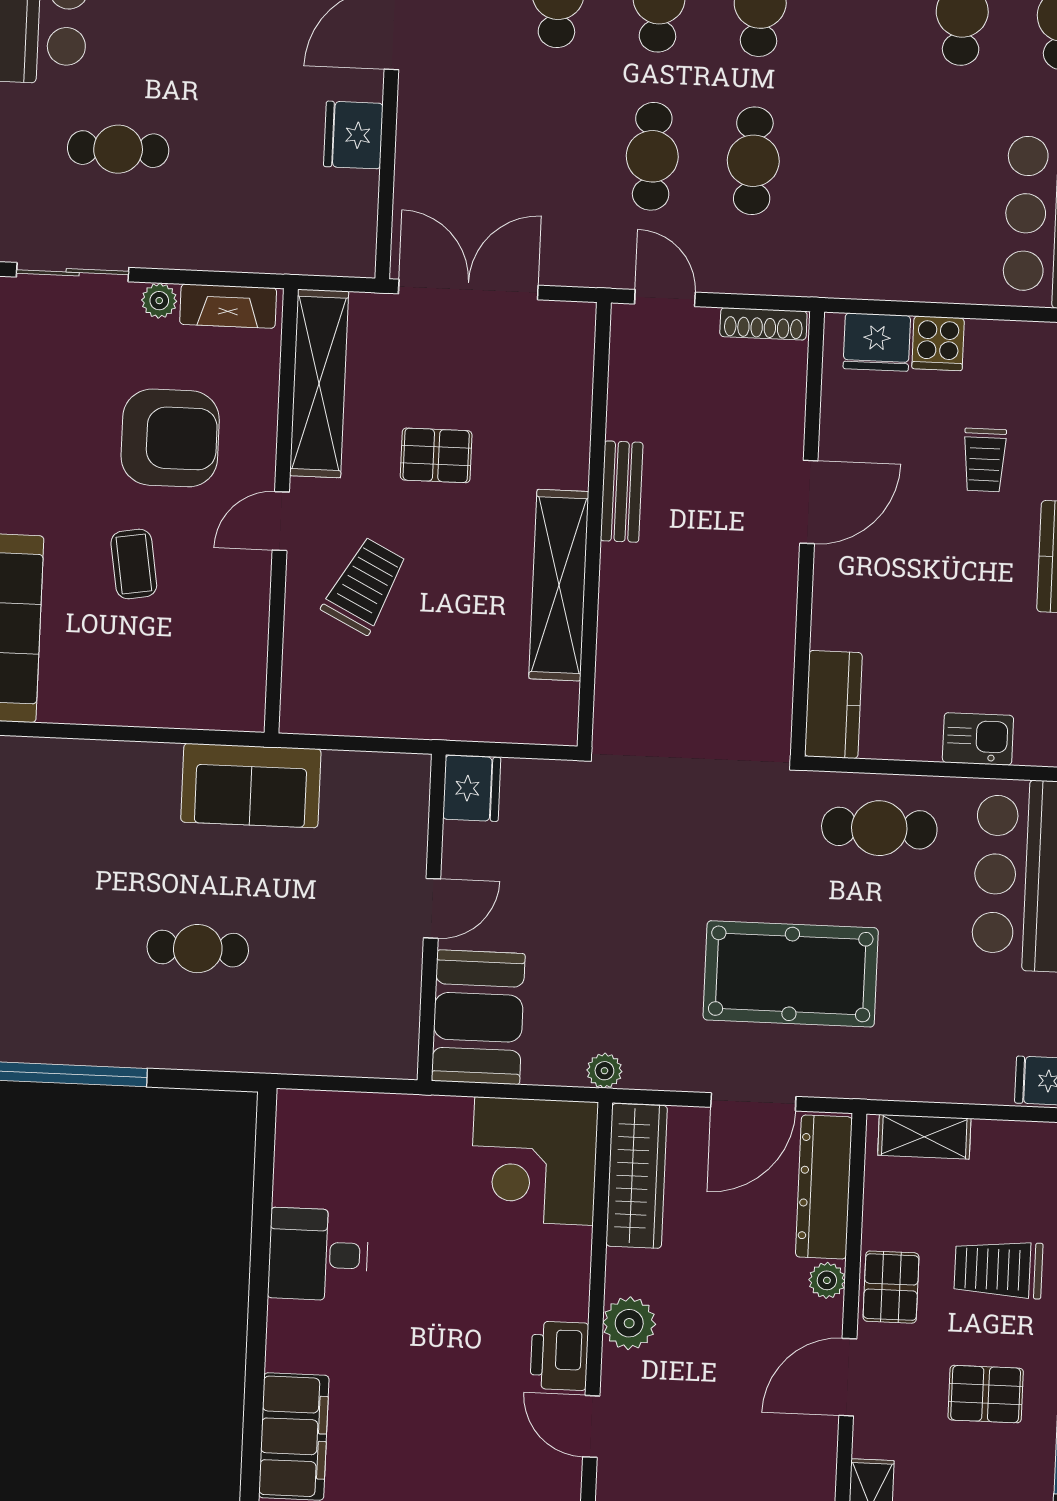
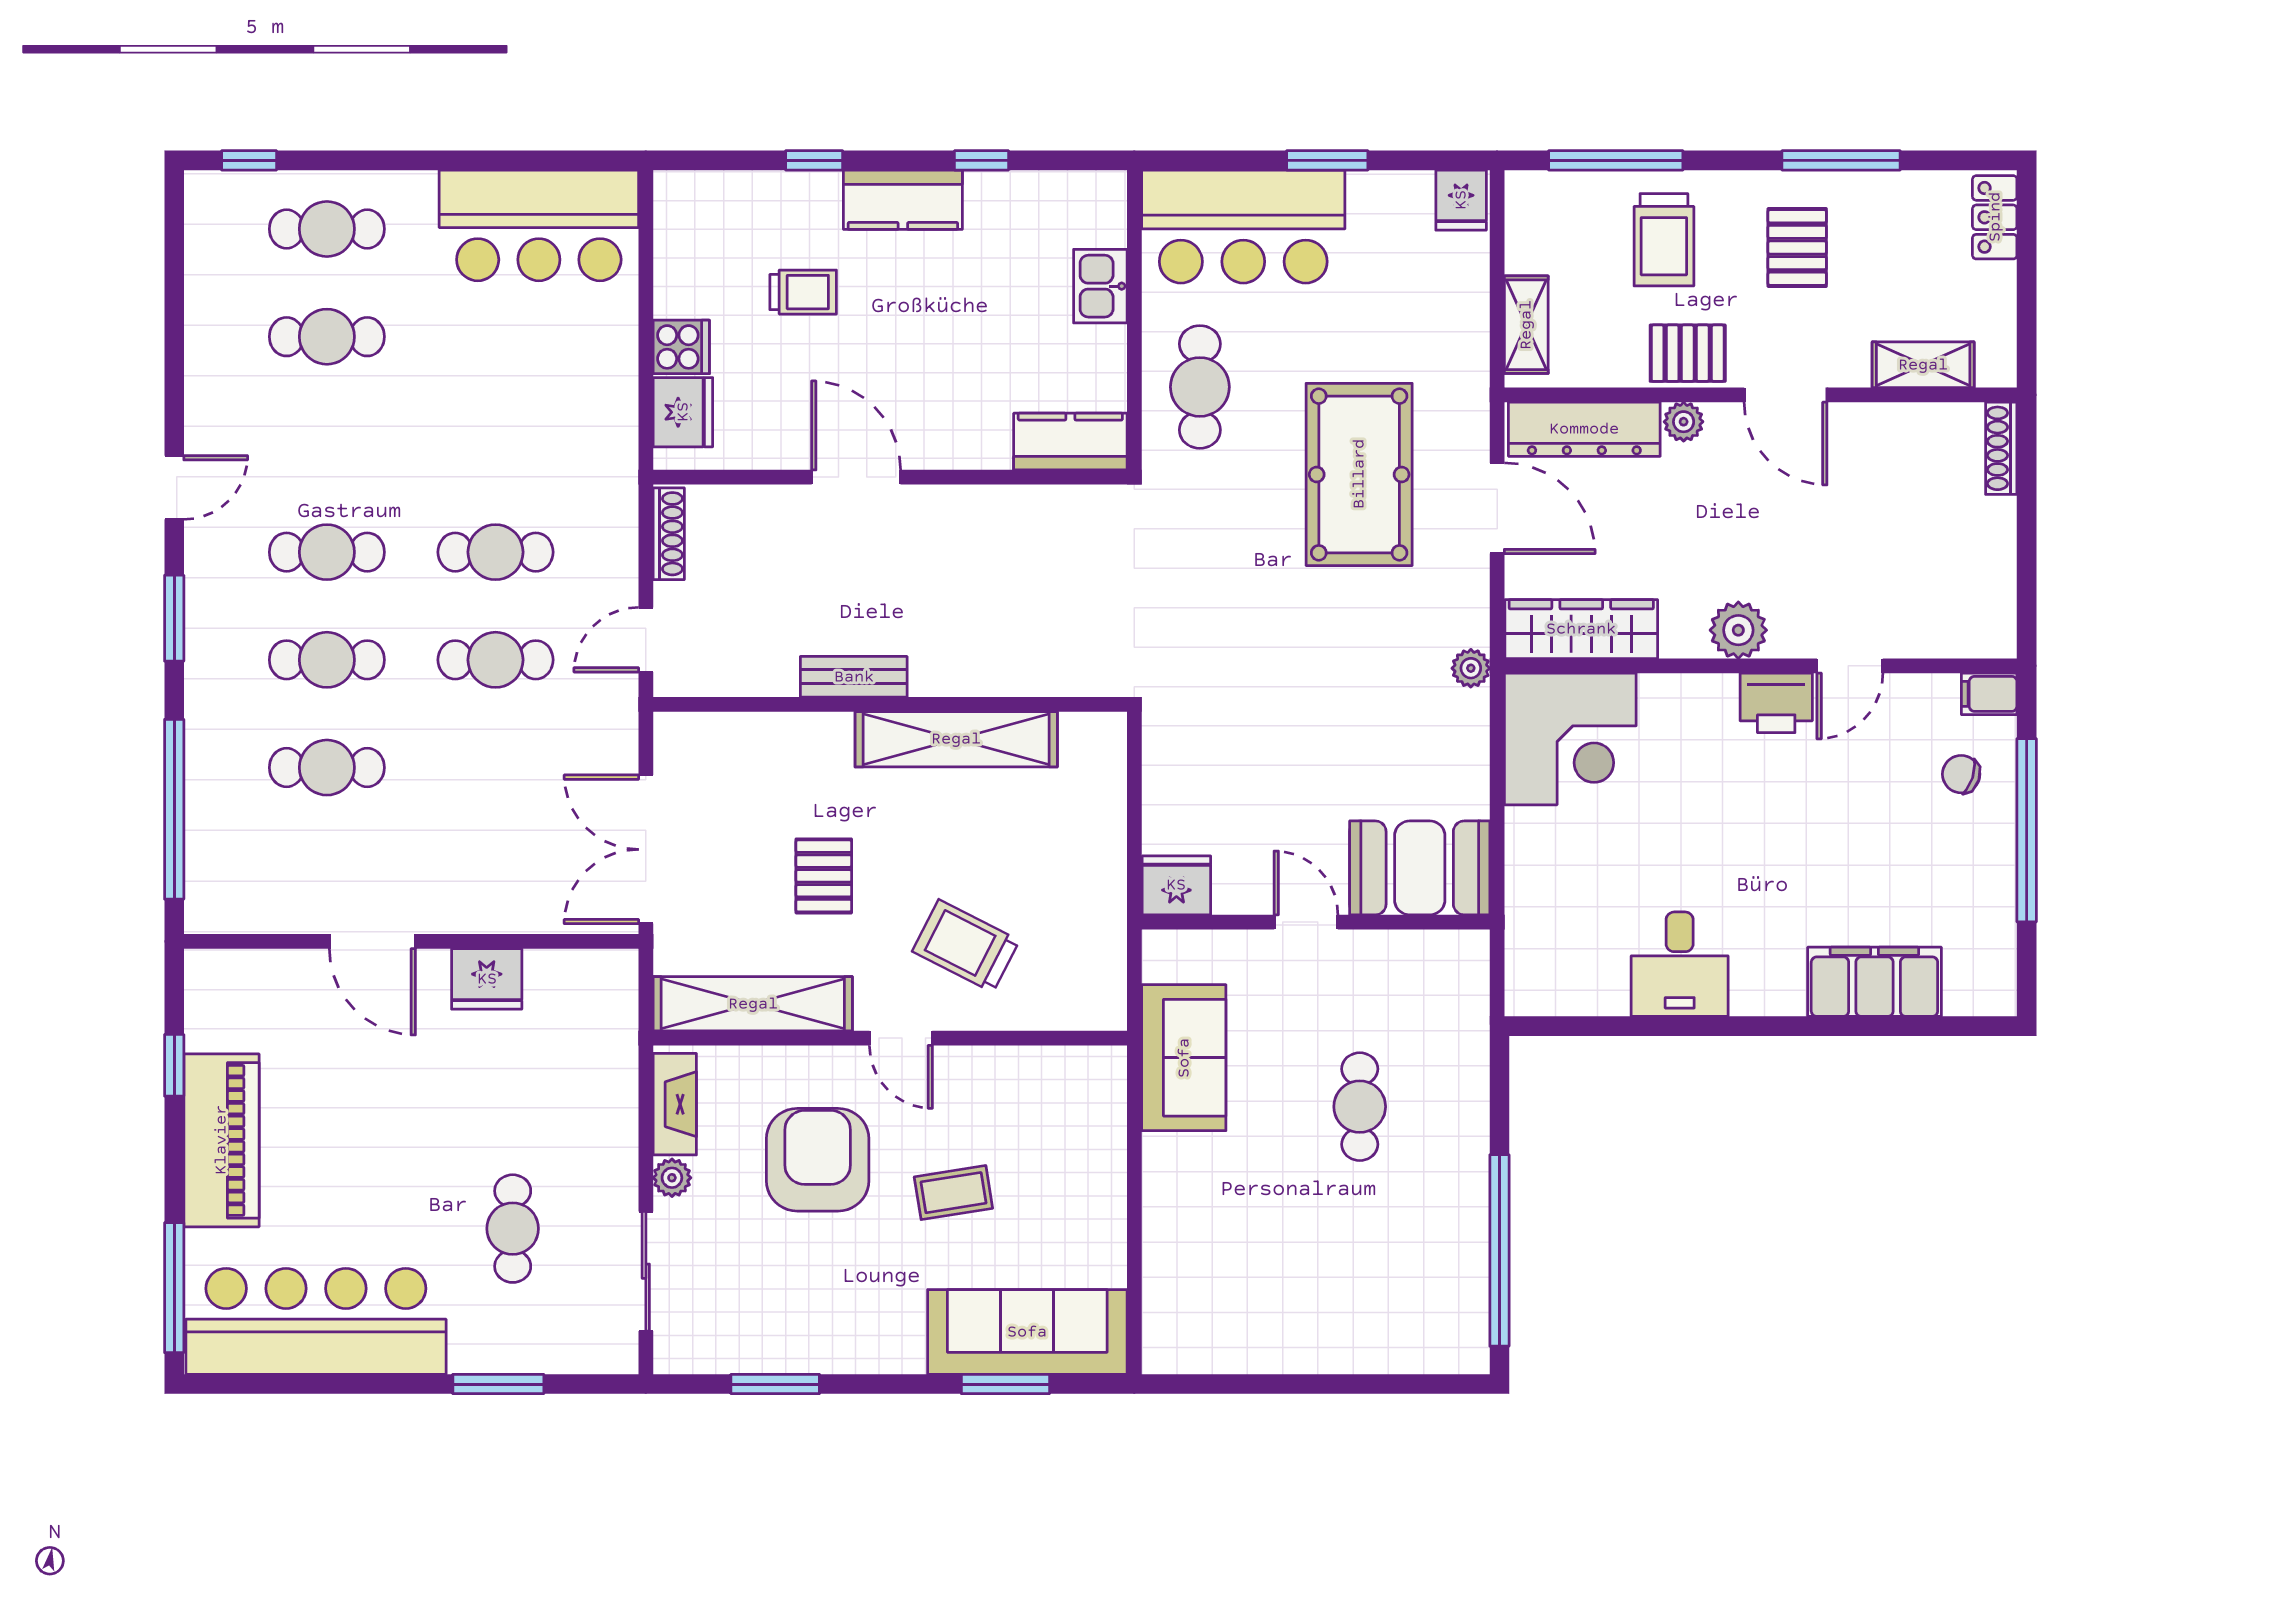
fridge: (472, 788) -> (1176, 885), moved
door: (432, 908) -> (1306, 922), moved
wall: (432, 917) -> (1316, 922), moved
booth: (478, 1017) -> (1420, 868), moved

